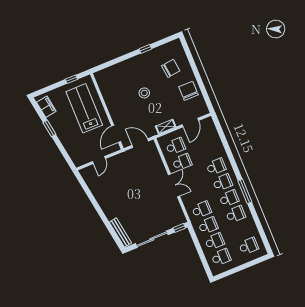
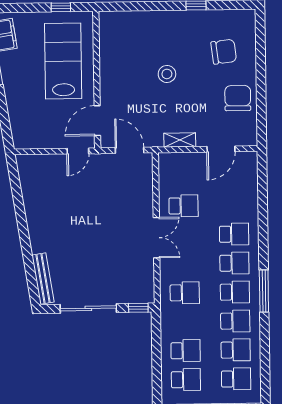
school desk: (176, 146) -> (183, 177), removed
door: (99, 160) -> (78, 151), moved
school desk: (208, 226) -> (236, 350), moved

